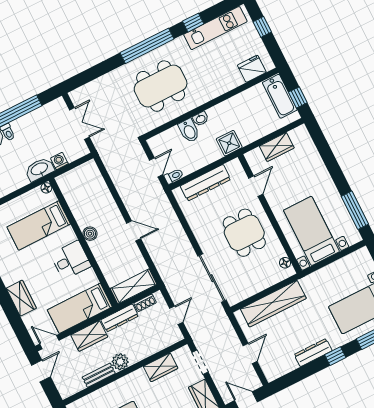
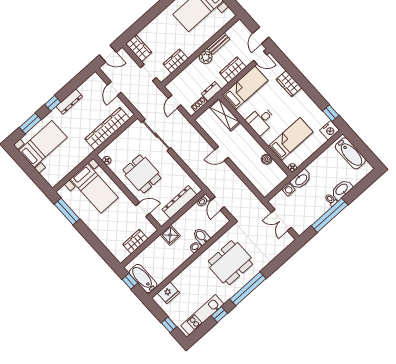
door: (256, 186) -> (143, 209), swing flipped
boiler: (90, 234) -> (267, 159), moved
shelving: (133, 286) -> (225, 115), moved, turned 90
dresser: (120, 318) -> (212, 91), width x0.70

